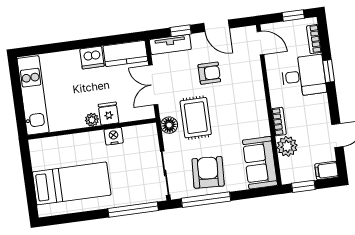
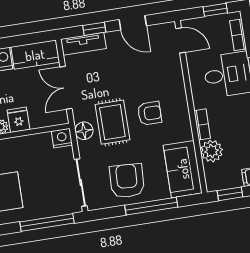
armchair: (209, 73) -> (150, 113), moved
nightstand: (114, 136) -> (62, 138), moved
window: (206, 200) -> (151, 206), moved

